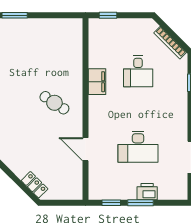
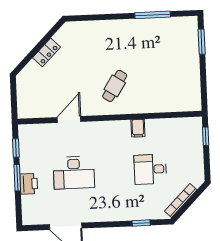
filing cabinet: (97, 82) -> (138, 128), width x0.50
desk: (138, 147) -> (74, 173), turned -90
locker: (35, 185) -> (47, 52), moved

